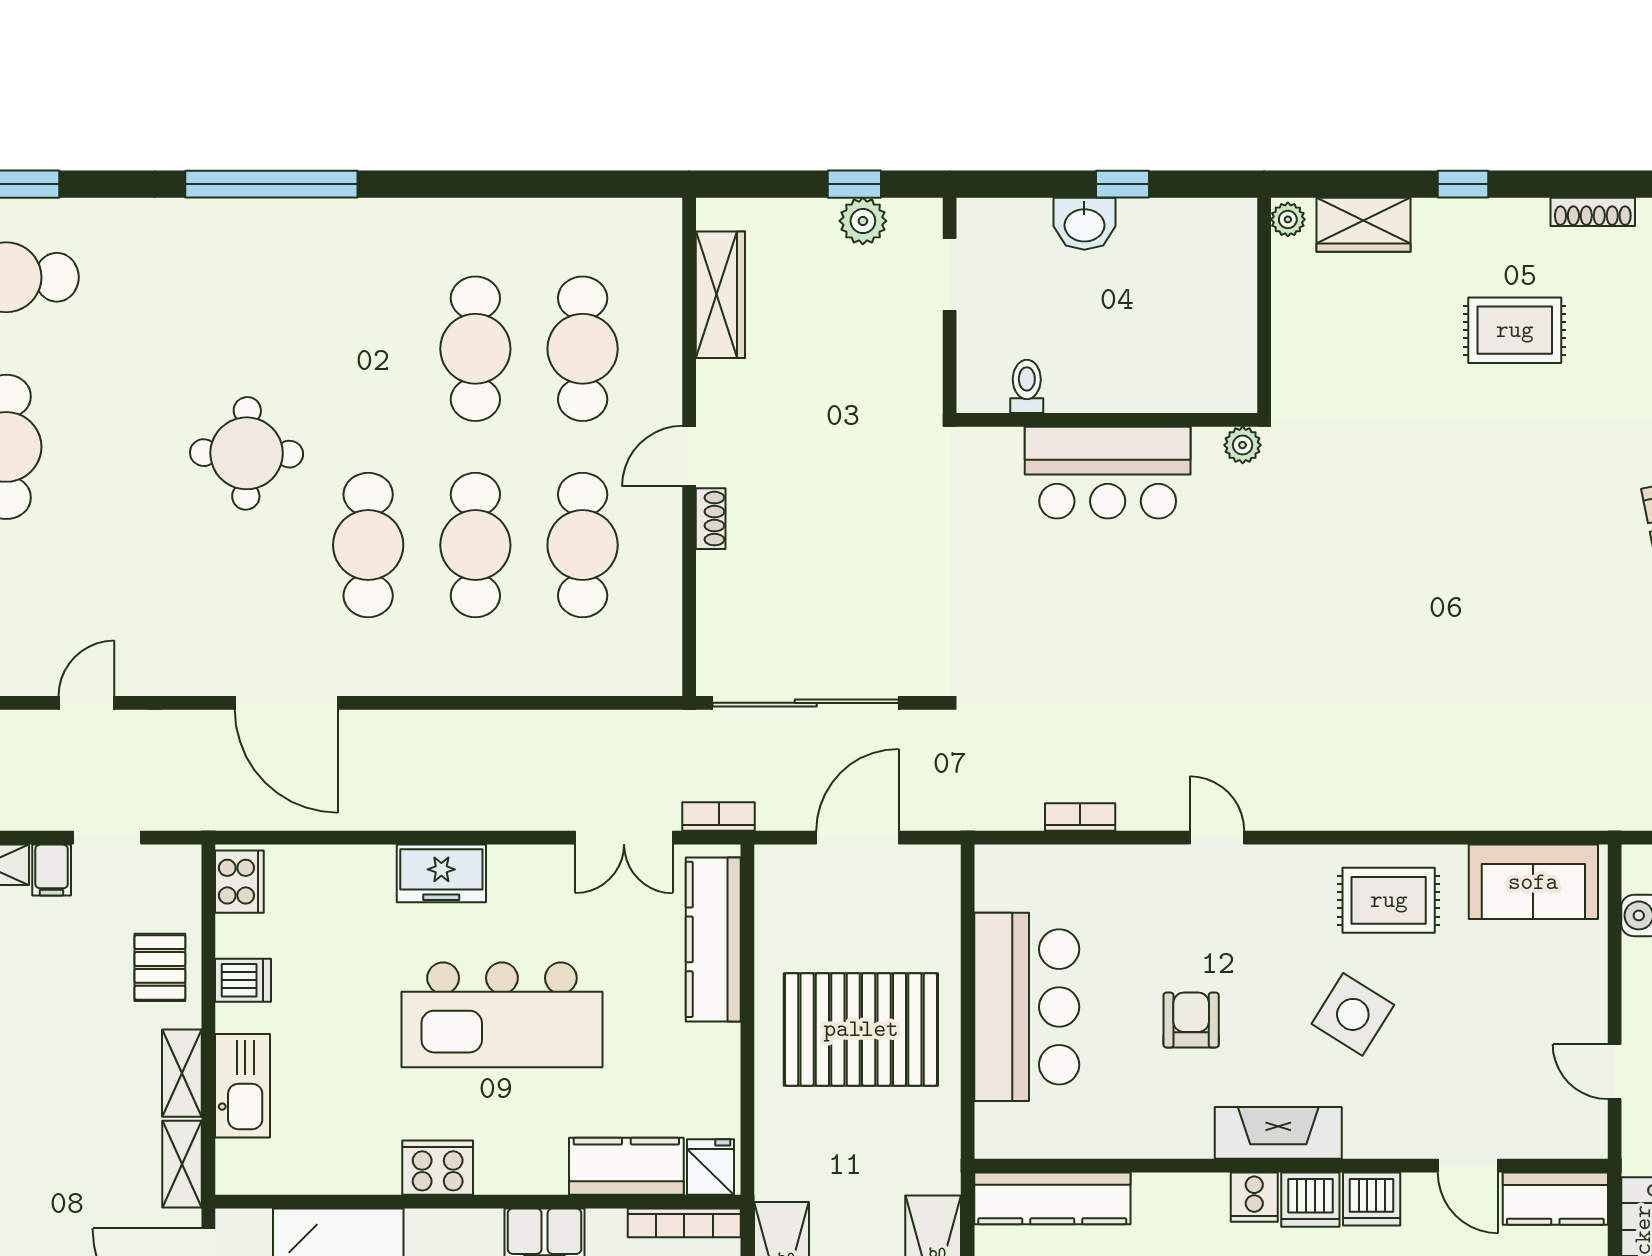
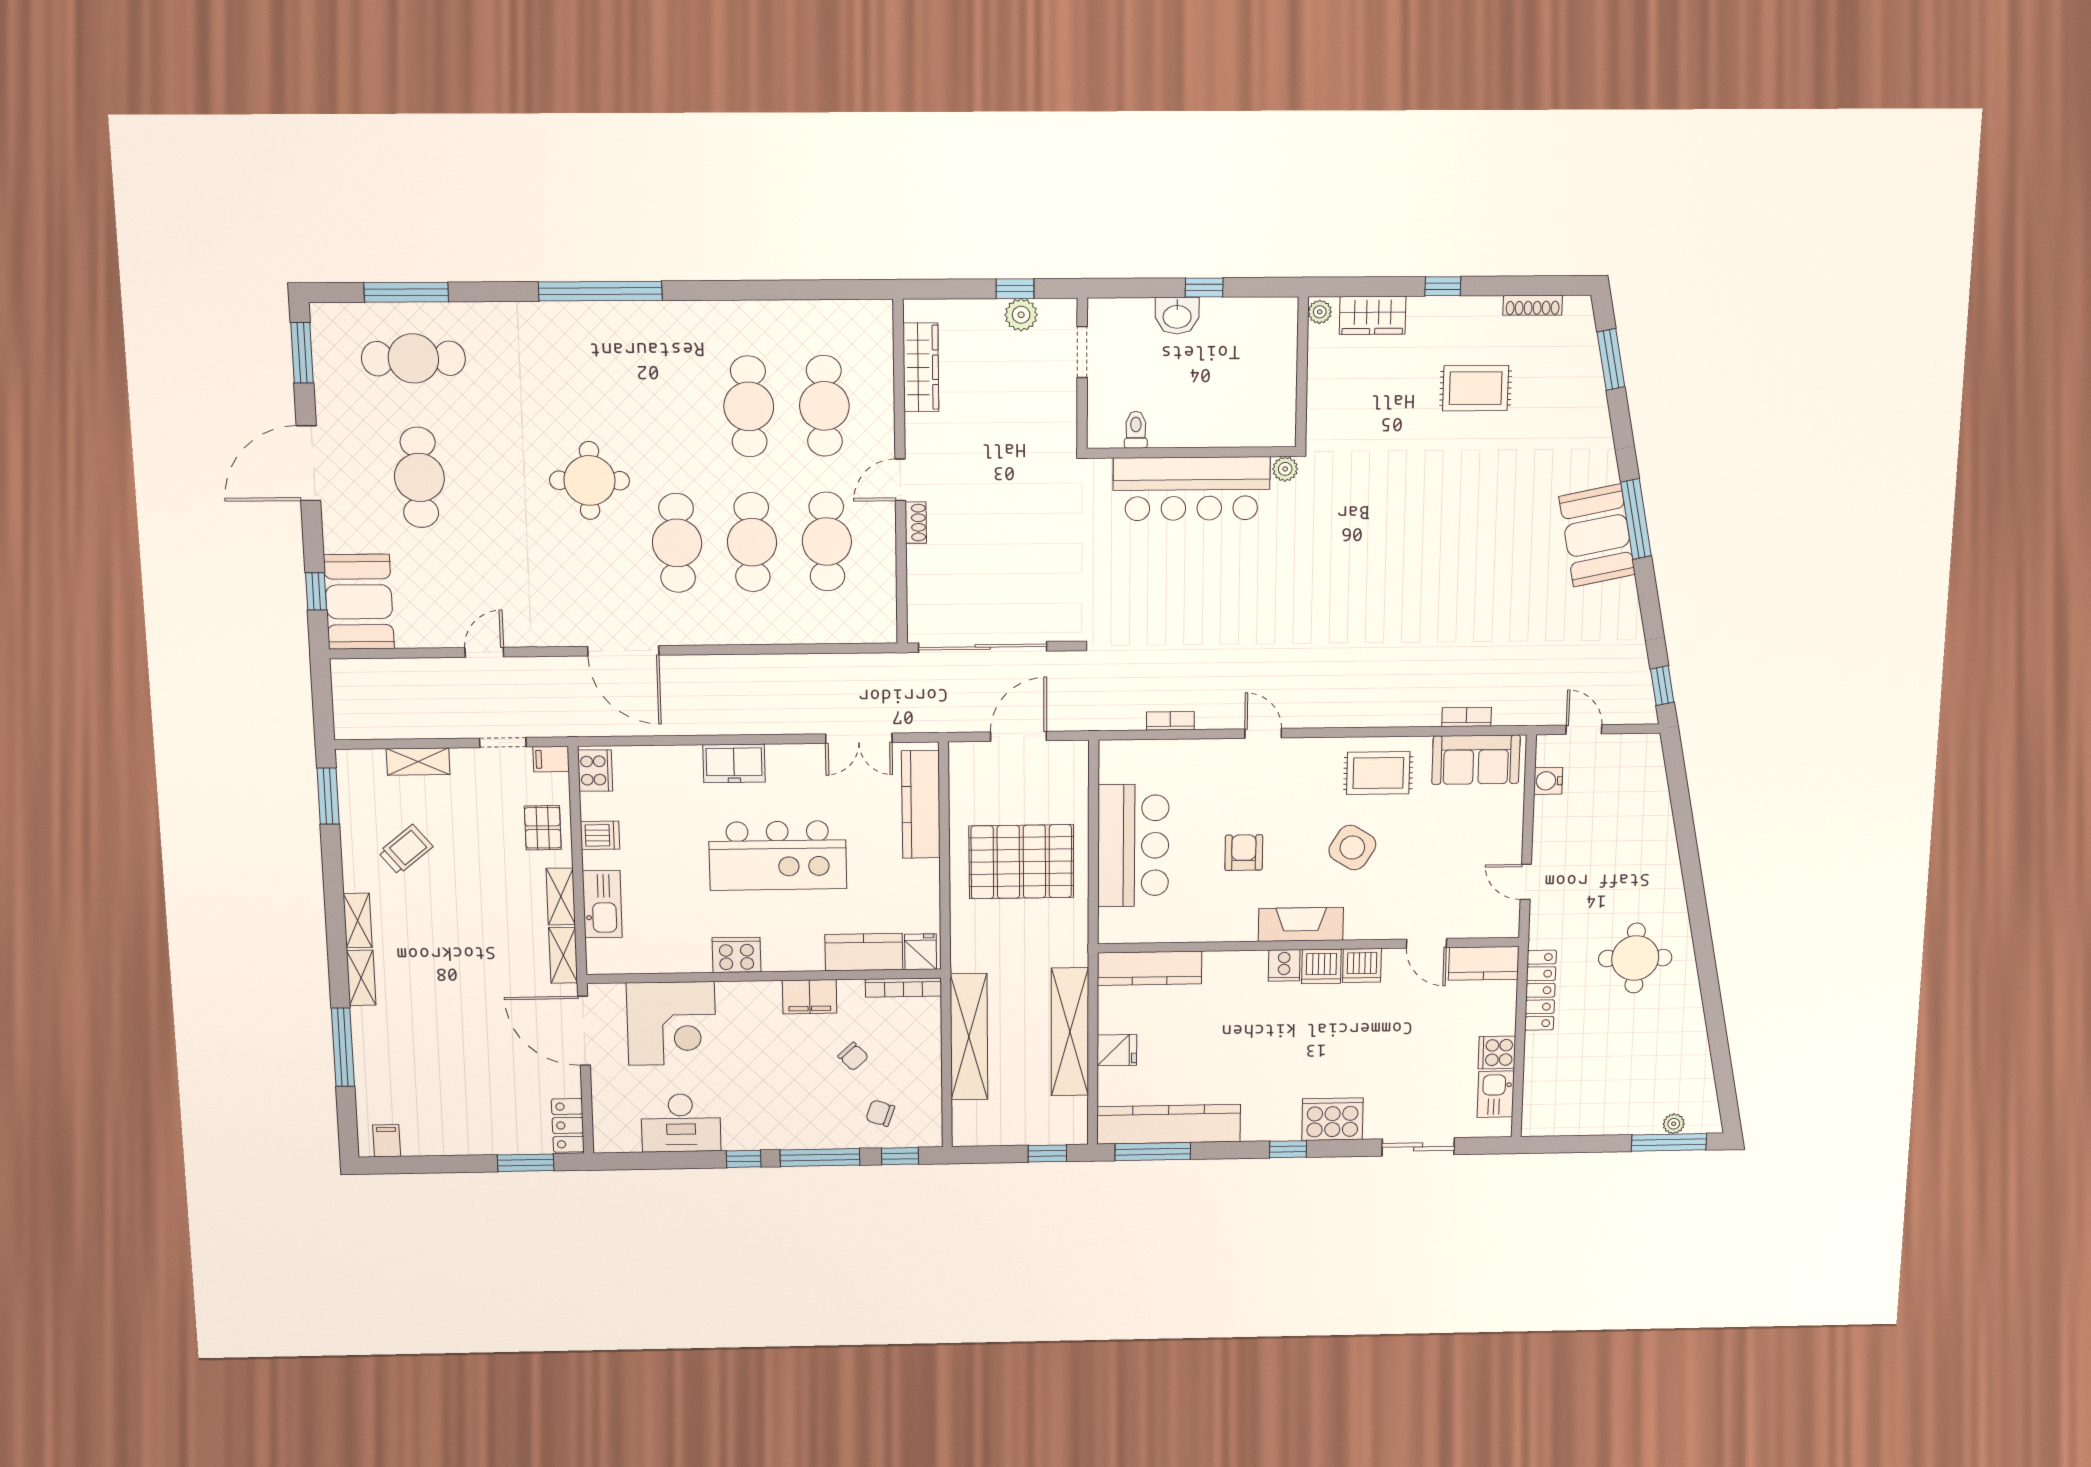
bar counter: (1108, 473) -> (1192, 489), width x1.36
bookcase: (719, 817) -> (1467, 717), moved
filing cabinet: (52, 870) -> (551, 759), moved, turned 90

